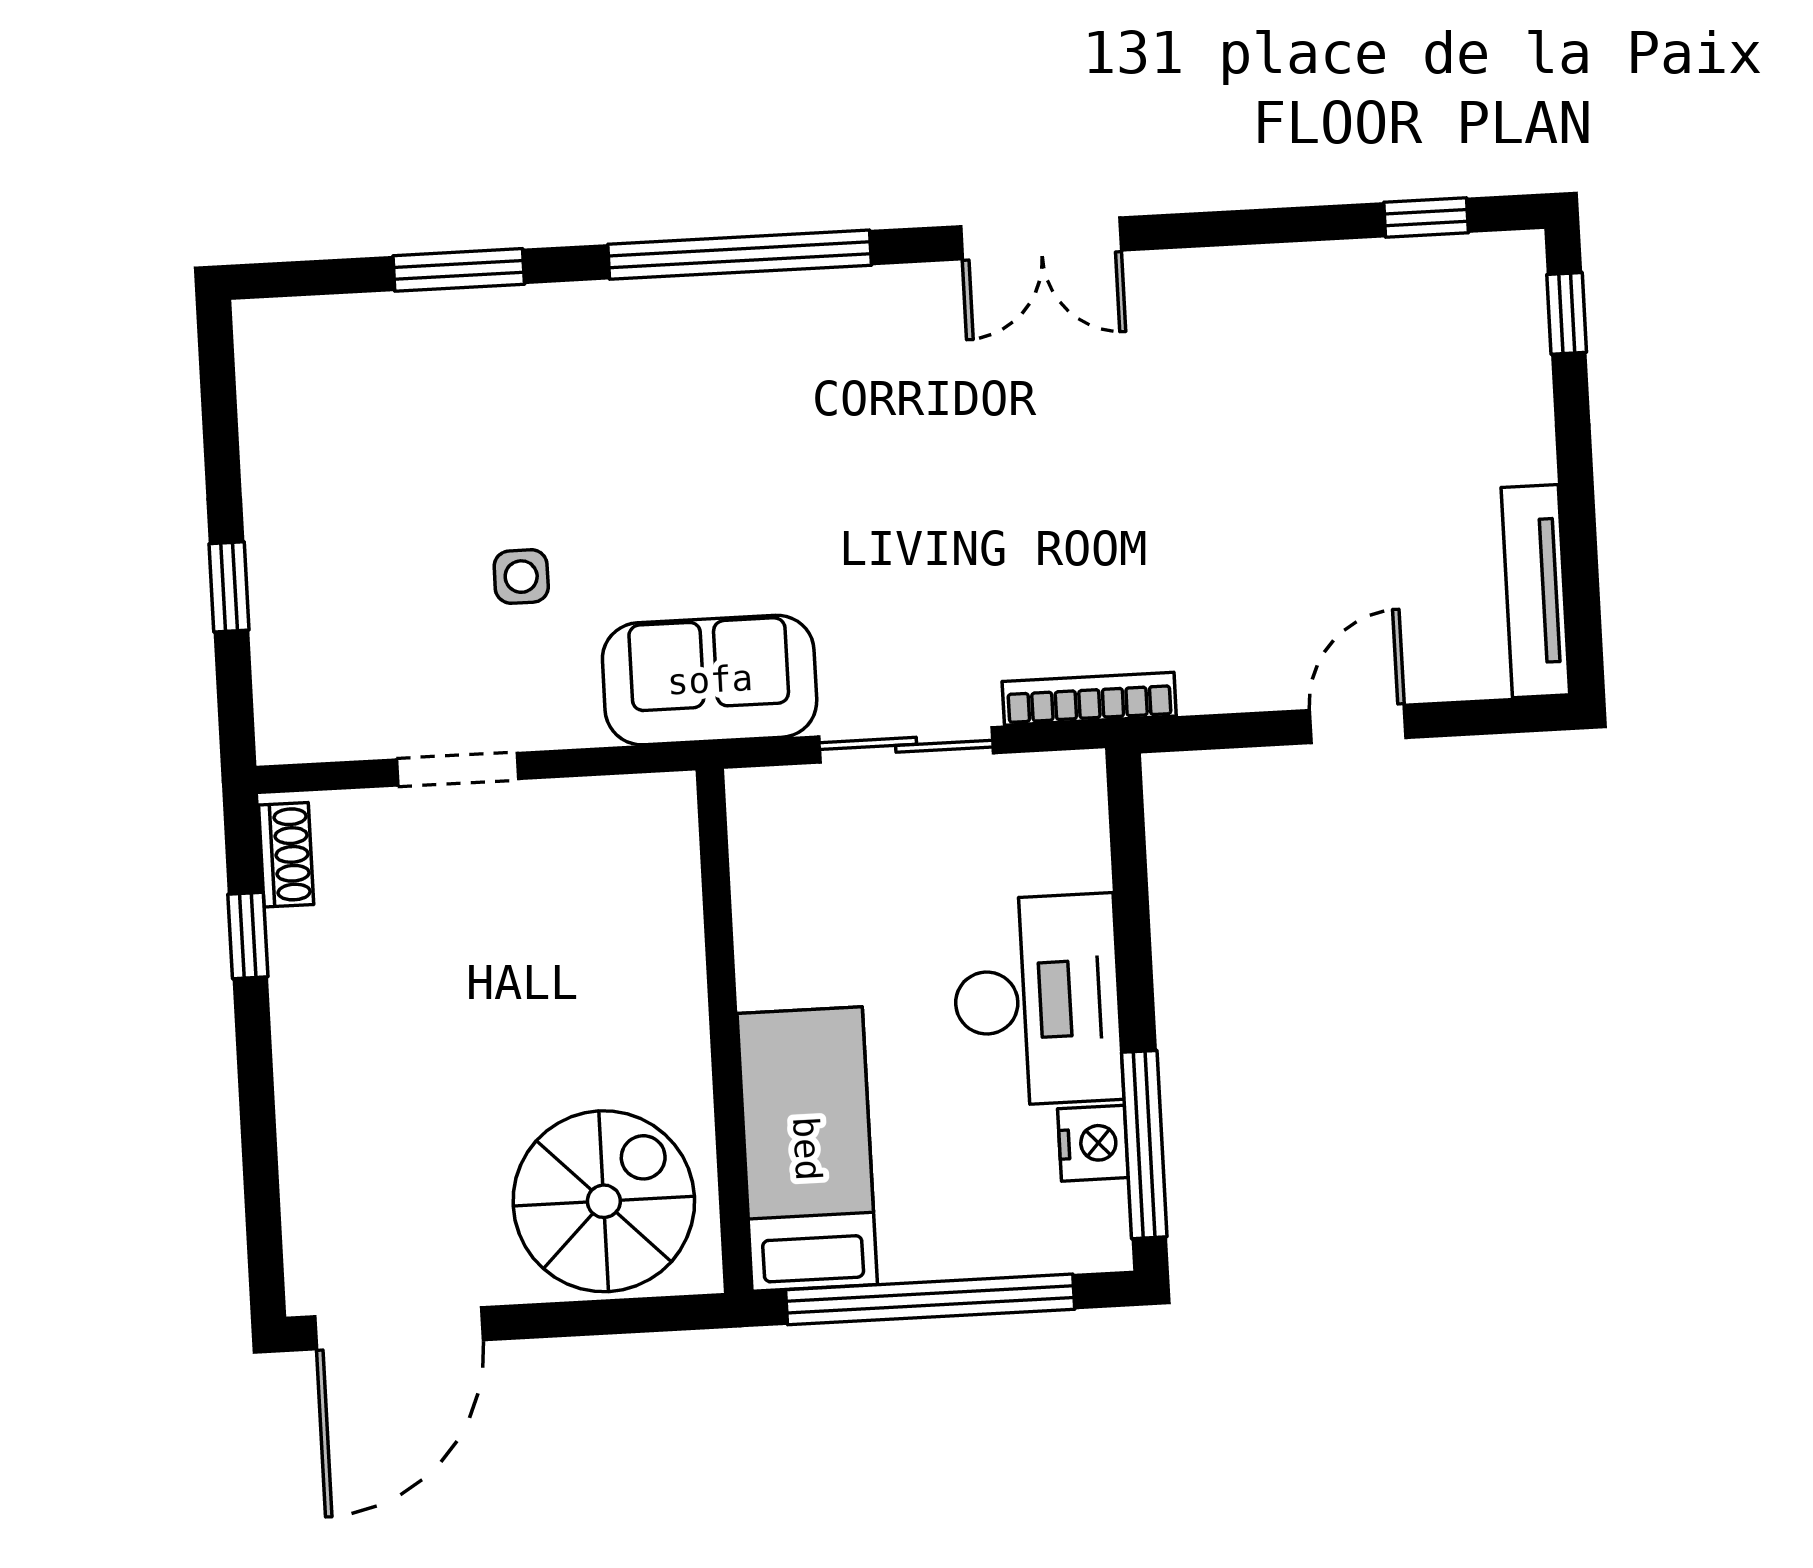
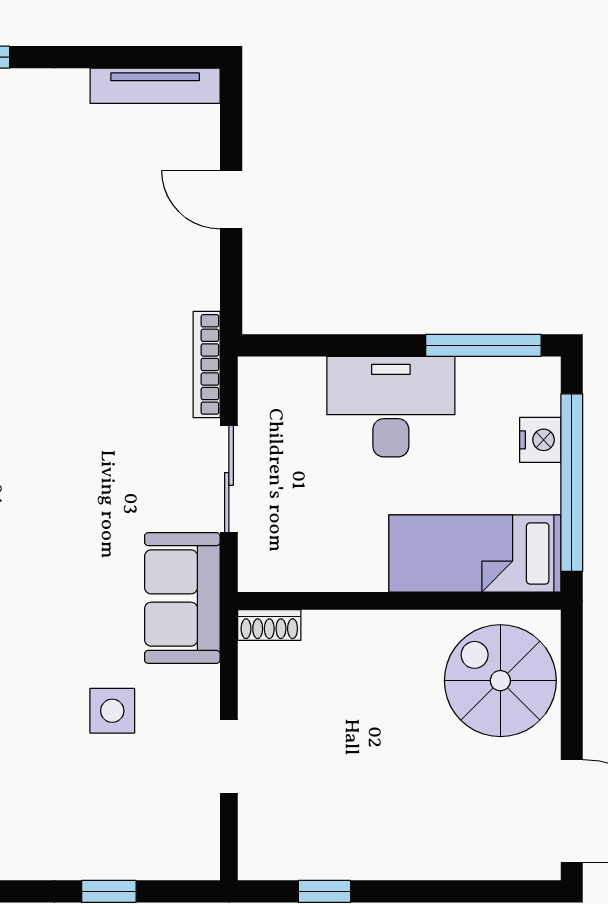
side table: (521, 577) -> (112, 711), width x1.37, depth x1.37
shoe rack: (286, 855) -> (269, 625), moved, turned 180
nightstand: (1093, 1143) -> (540, 440), moved, turned 90

